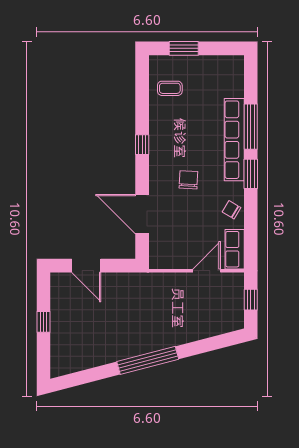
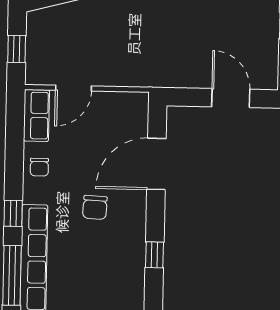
window: (251, 174) -> (13, 213), width x0.67
chair: (232, 210) -> (39, 167), turned 59
door: (142, 214) -> (156, 164), swing flipped

